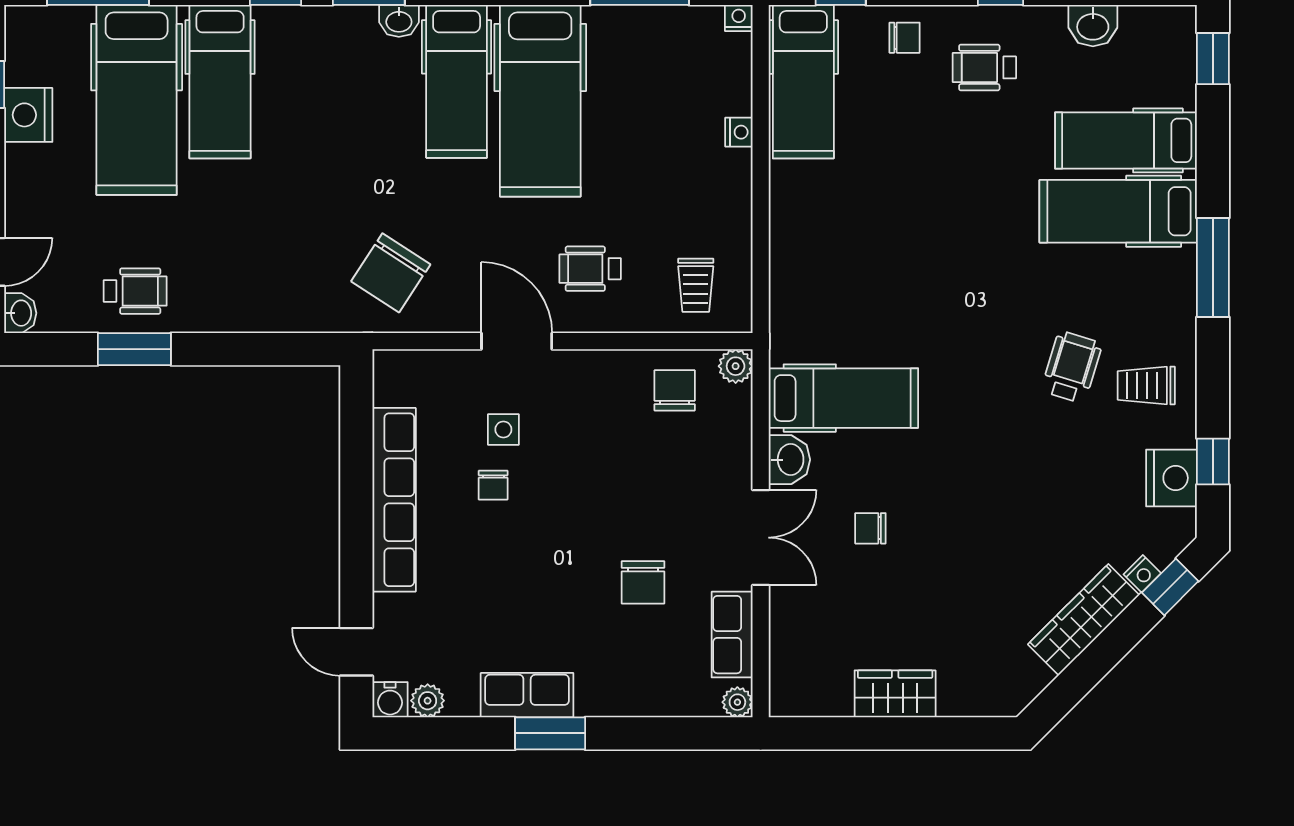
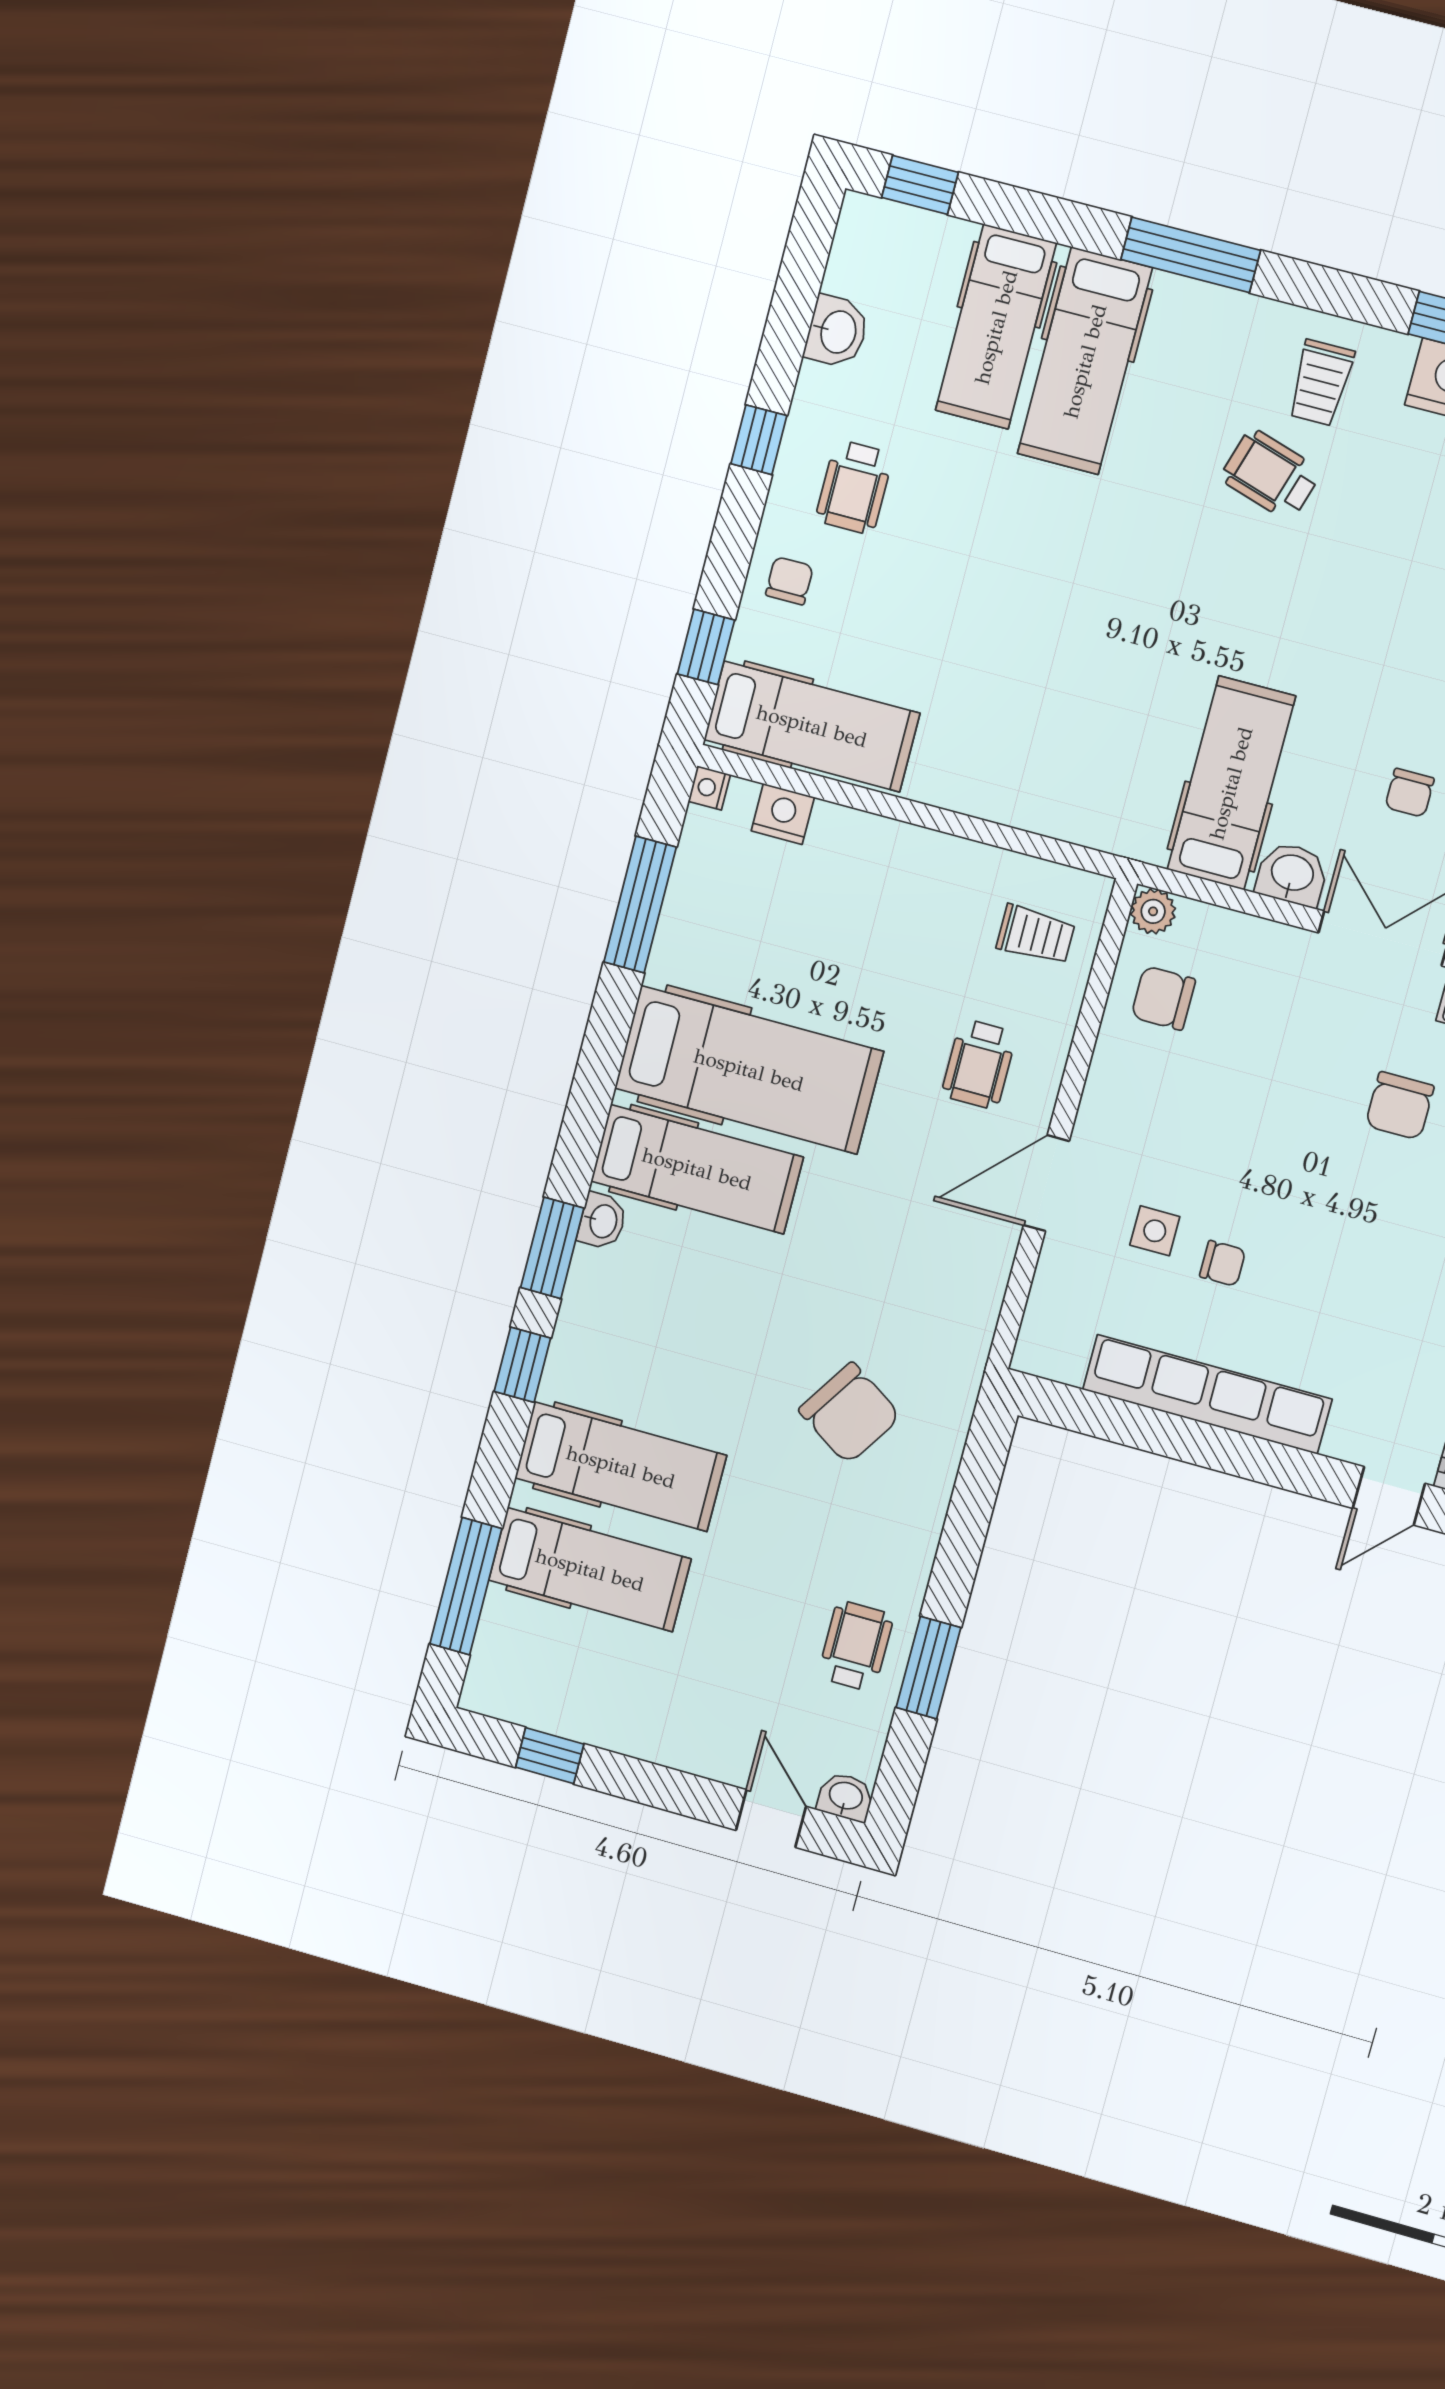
hospital bed: (137, 100) -> (590, 1570), width x0.73, depth x0.78
nightstand: (28, 115) -> (600, 1717), removed
nightstand: (739, 132) -> (783, 814), moved, width x1.39, depth x1.35
chair: (391, 273) -> (850, 1413), moved
chair: (643, 582) -> (1400, 1106), turned 90

